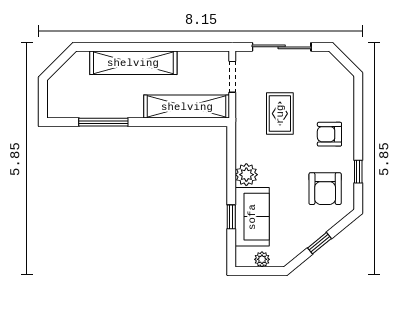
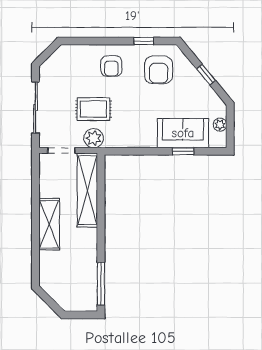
shelving: (133, 63) -> (49, 224), width x0.68
window: (103, 122) -> (101, 284), moved
plant: (246, 175) -> (94, 138), moved
armchair: (325, 189) -> (159, 70), turned 90

